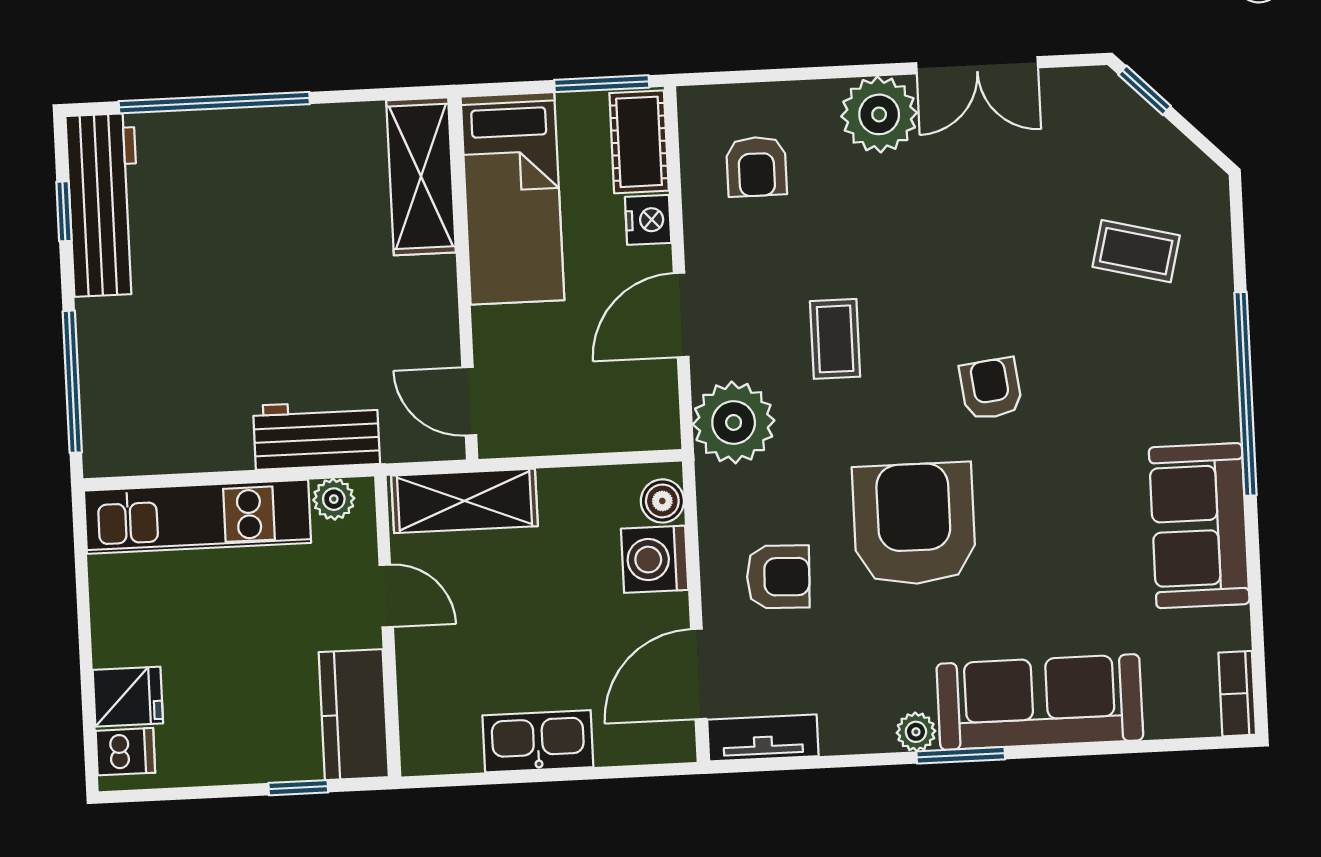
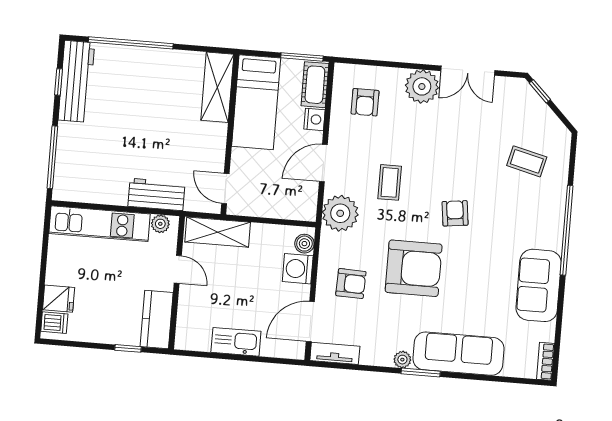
armchair: (914, 524) -> (414, 268), turned 90

